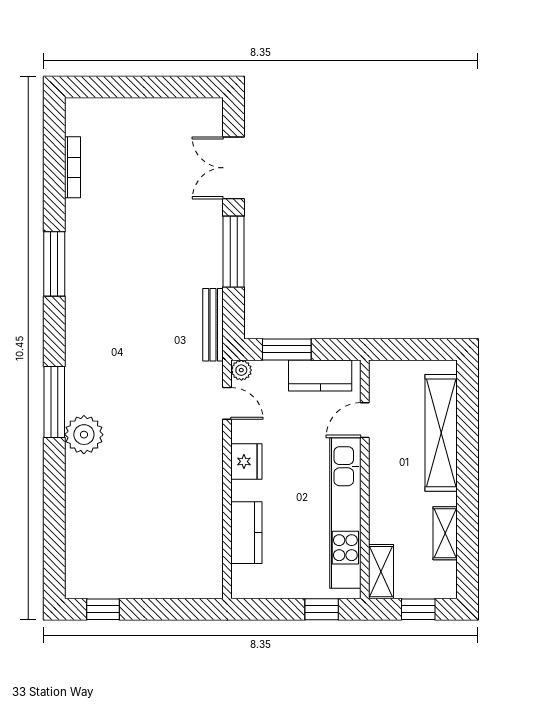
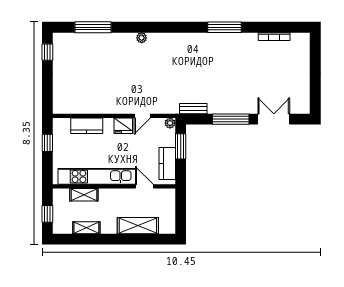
bench: (213, 325) -> (193, 109), width x0.73
window: (54, 402) -> (93, 27), moved
door: (227, 403) -> (142, 116), moved
shelving: (441, 433) -> (138, 226), width x0.68
plant: (84, 435) -> (142, 38), width x0.53, depth x0.53
shelving: (381, 572) -> (84, 195), moved
window: (322, 609) -> (47, 143), moved

